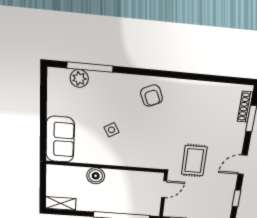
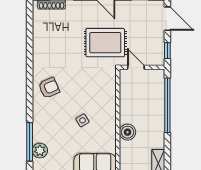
rug: (194, 161) -> (105, 43), width x1.36, depth x1.43

